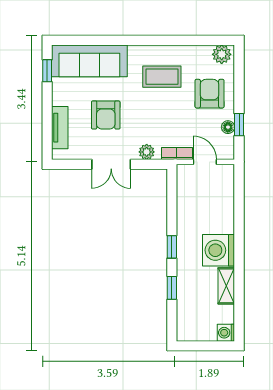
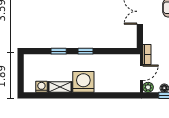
plant: (147, 152) -> (148, 87), moved
washing machine: (226, 333) -> (41, 87), moved

